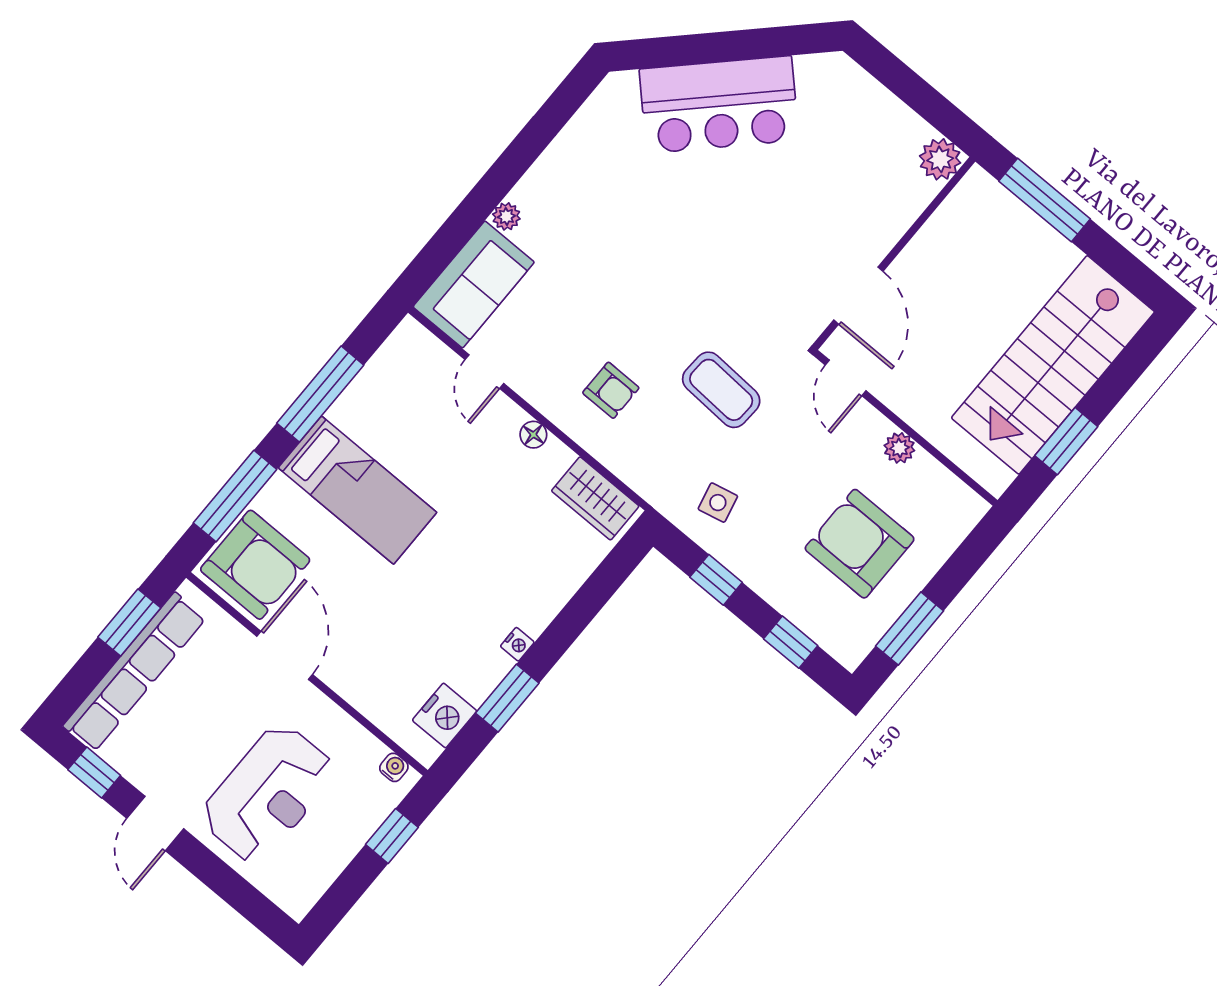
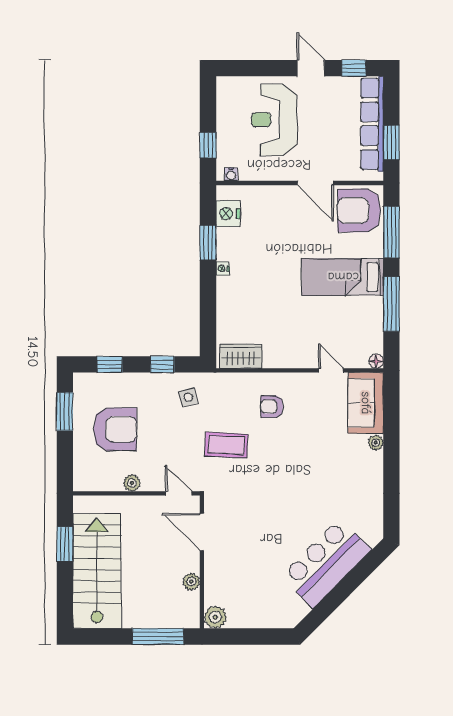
plant: (932, 238) -> (191, 582), added
floor lamp: (533, 435) -> (376, 361), moved

